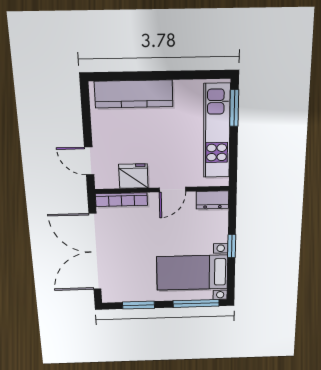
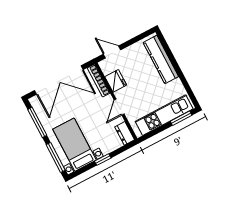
door: (89, 161) -> (112, 52), hinge flipped
door: (172, 190) -> (119, 107), hinge flipped
double door: (95, 252) -> (59, 80), swing flipped
window: (139, 305) -> (37, 122), width x1.44

